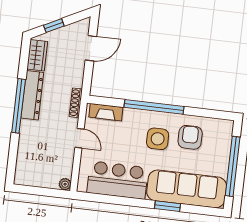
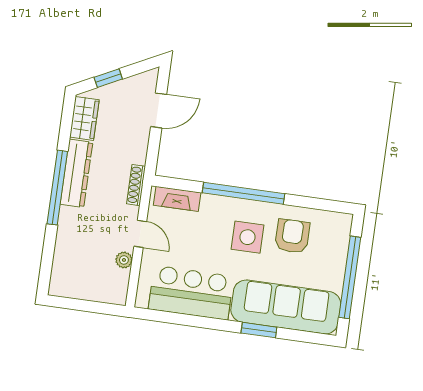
plant: (65, 184) -> (124, 260), moved

